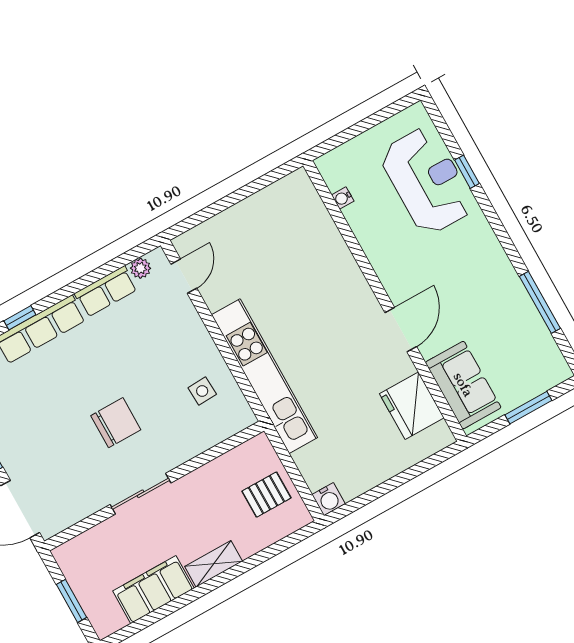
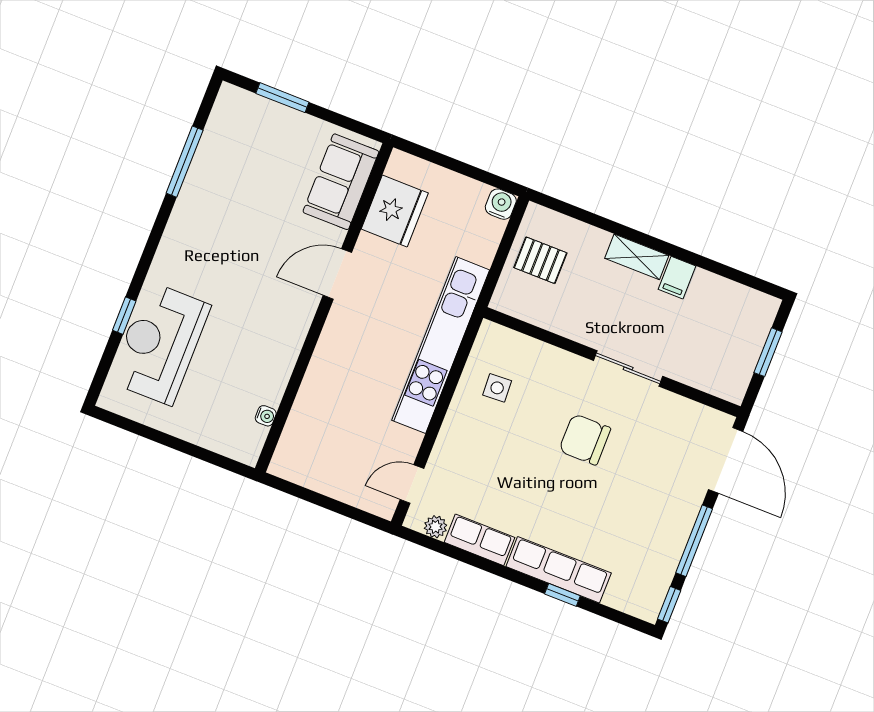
water cooler: (343, 198) -> (266, 416), moved
wall: (385, 301) -> (324, 308), moved
door: (401, 330) -> (337, 274), moved
sofa: (463, 385) -> (341, 182), moved
fridge: (412, 406) -> (395, 211), moved
filing cabinet: (153, 590) -> (677, 278), width x0.33, depth x0.86

